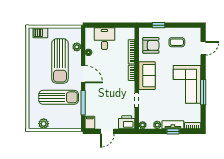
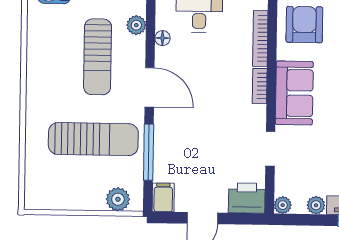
armchair: (151, 45) -> (304, 25), turned -90
sun lounger: (60, 61) -> (98, 57), width x0.73, depth x0.75
plant: (44, 124) -> (118, 199), moved

